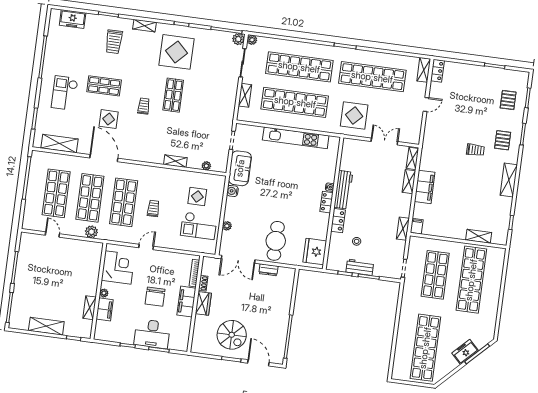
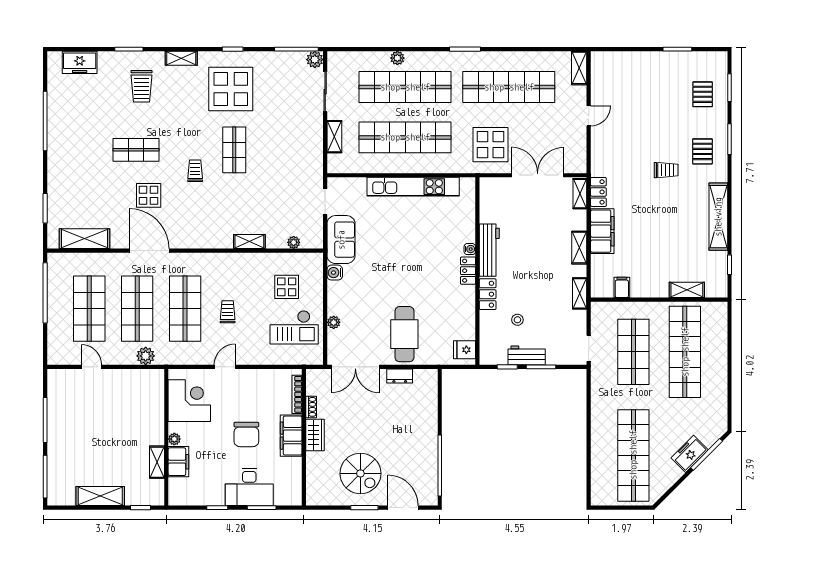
plant: (252, 40) -> (397, 58), moved
locker: (437, 71) -> (598, 192), moved
checkout: (65, 93) -> (82, 167), removed
double door: (384, 141) -> (538, 175), width x1.37
shelving: (509, 180) -> (718, 217), width x1.47
shelving: (409, 182) -> (579, 248), moved
filing cabinet: (417, 226) -> (622, 287), moved
fridge: (315, 251) -> (465, 350), width x0.53, depth x0.75

